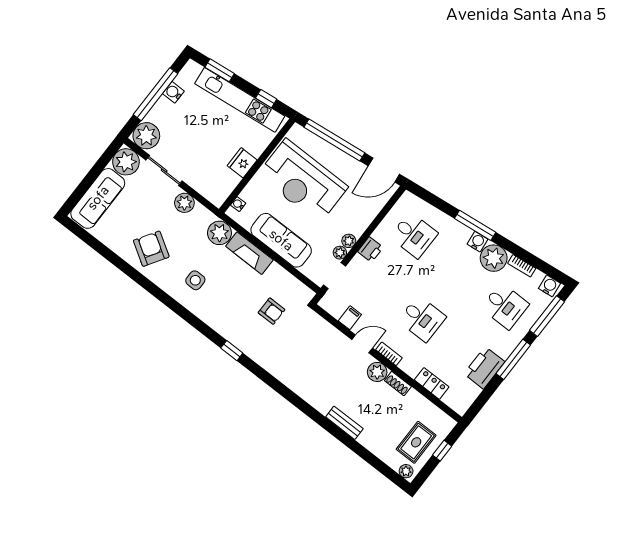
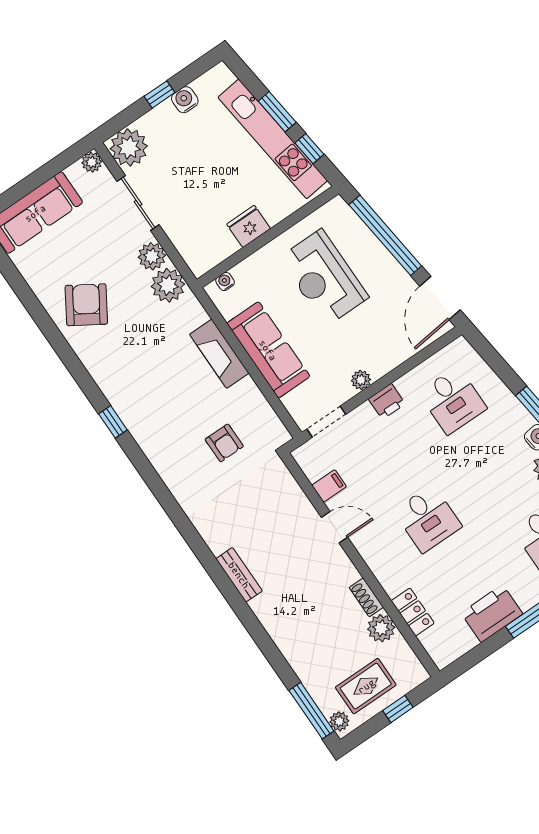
window: (220, 70) -> (277, 112), moved
window: (156, 94) -> (160, 94), width x0.32
plant: (126, 162) -> (92, 162), width x0.53, depth x0.53
door: (384, 170) -> (440, 298), hinge flipped
reception desk: (303, 181) -> (324, 278), width x0.74, depth x0.77
plant: (219, 233) -> (168, 285), moved
plant: (340, 253) -> (344, 392), removed
side table: (195, 280) -> (133, 367), removed
window: (232, 351) -> (113, 422), moved
bookcase: (389, 354) -> (367, 553), removed
plant: (377, 372) -> (381, 628), moved
bench: (344, 423) -> (239, 575), moved
window: (385, 470) -> (311, 711), added

